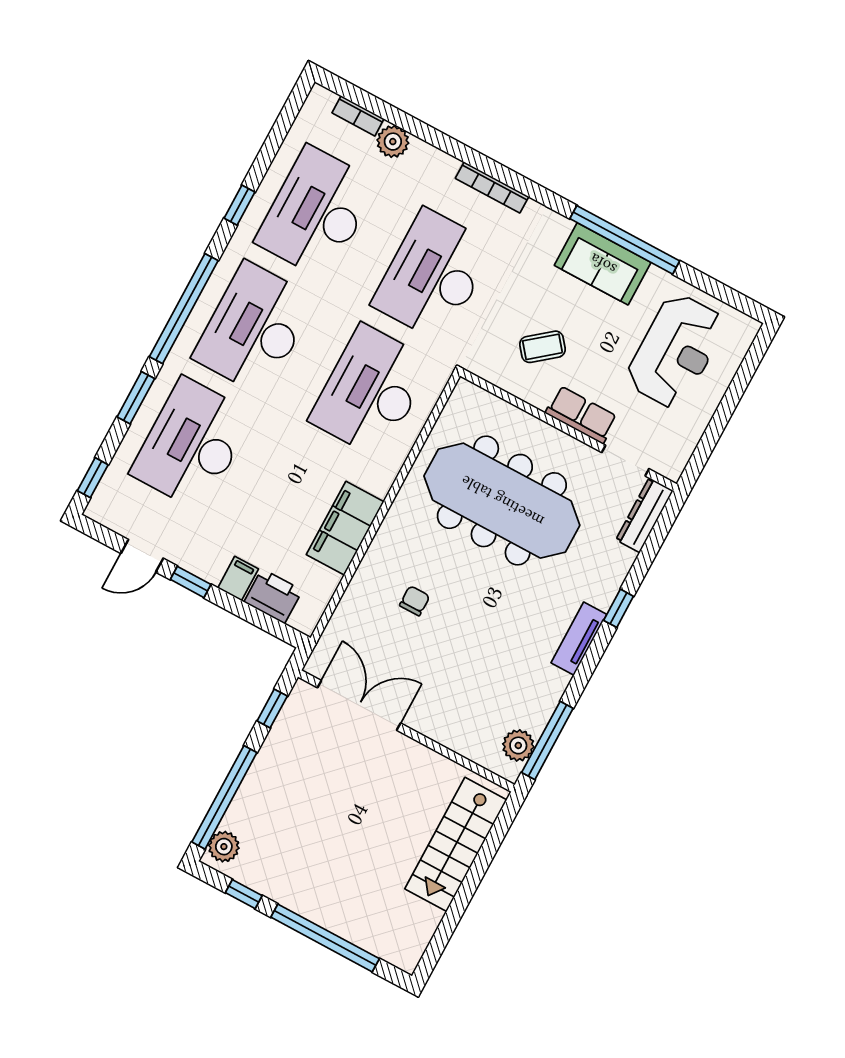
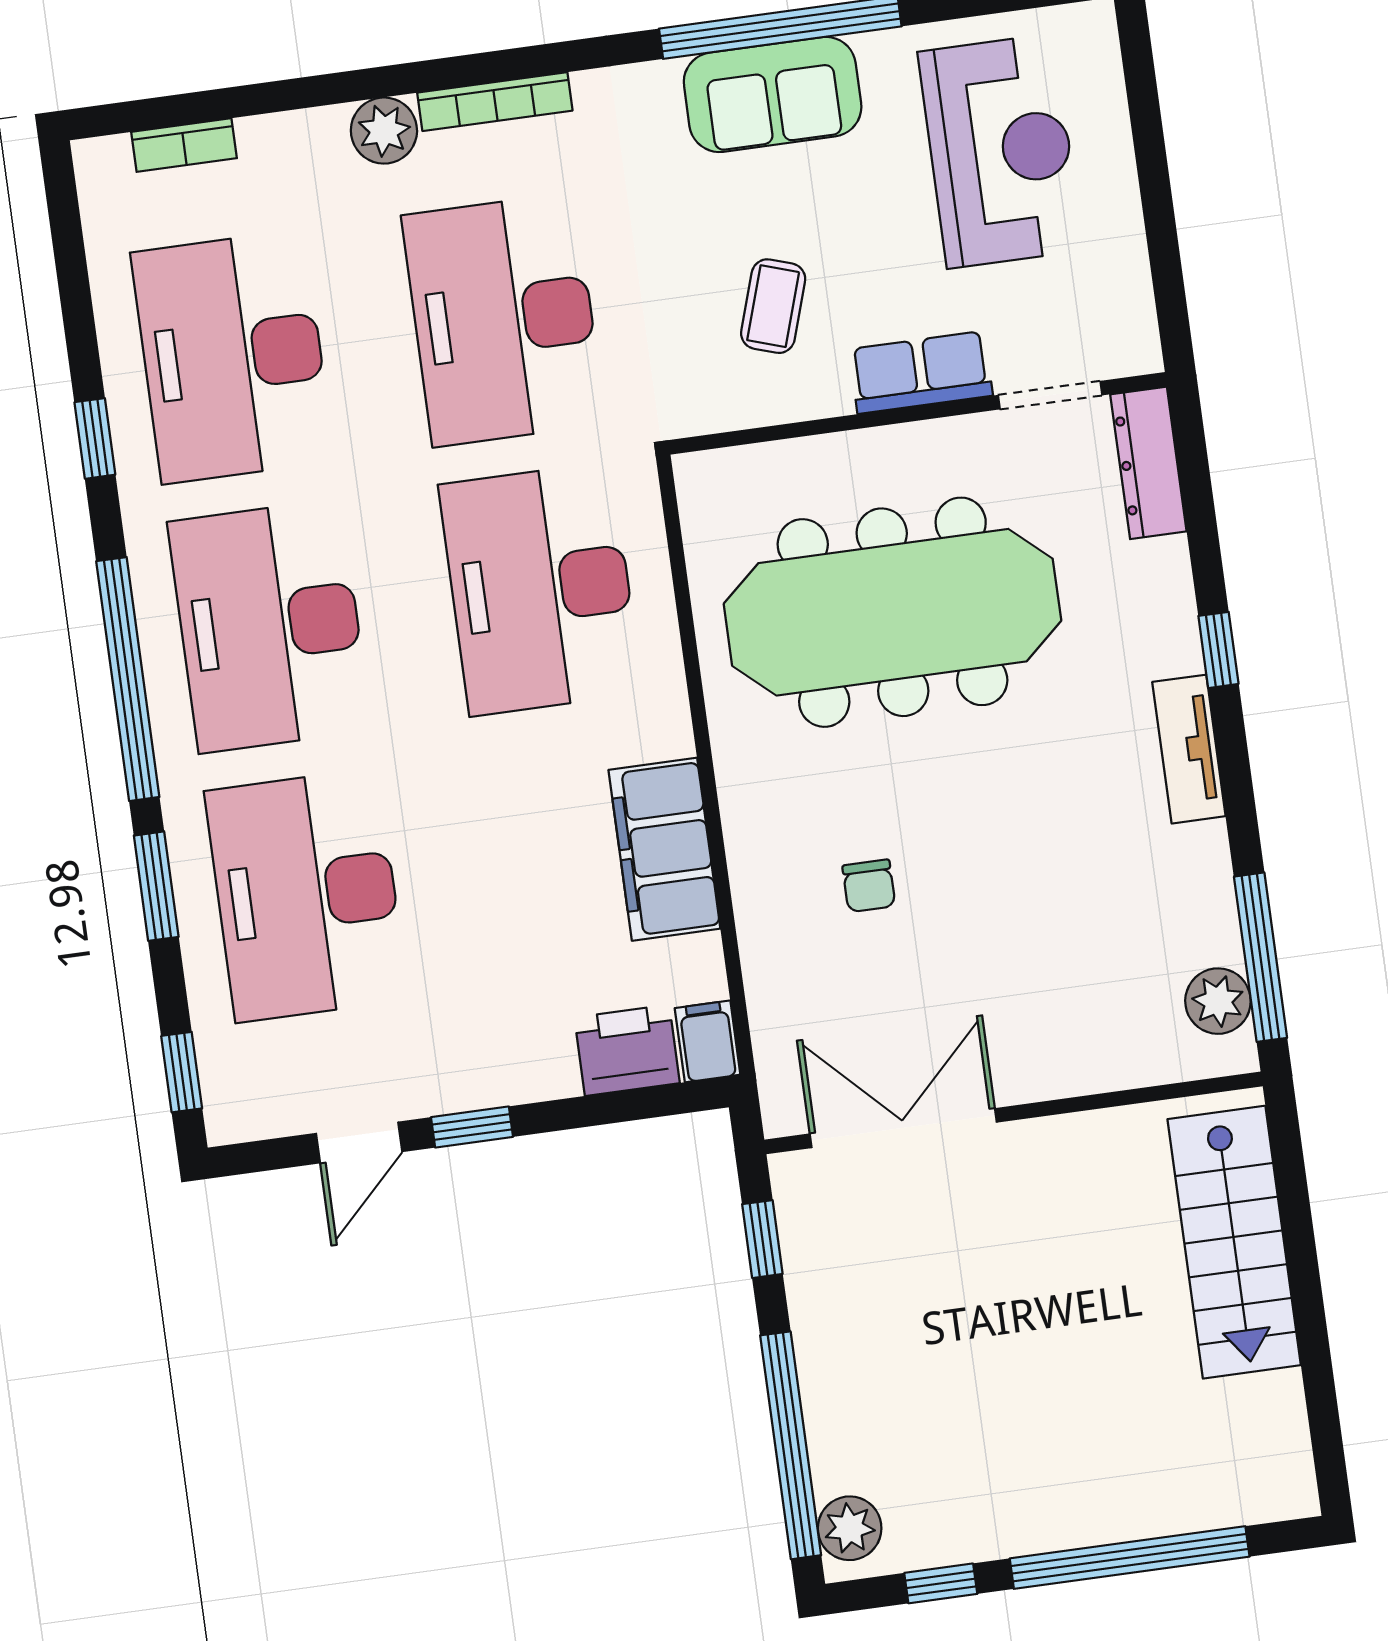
plant: (393, 142) -> (384, 131), moved
coffee table: (542, 347) -> (773, 306), turned -33
filing cabinet: (238, 578) -> (708, 1041), moved
chair: (415, 601) -> (869, 886), turned 180

